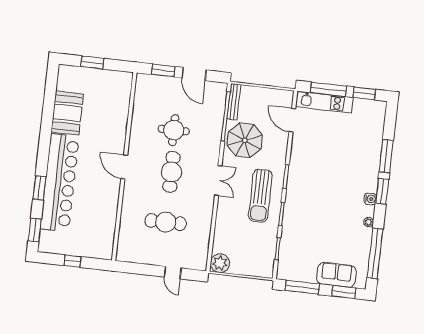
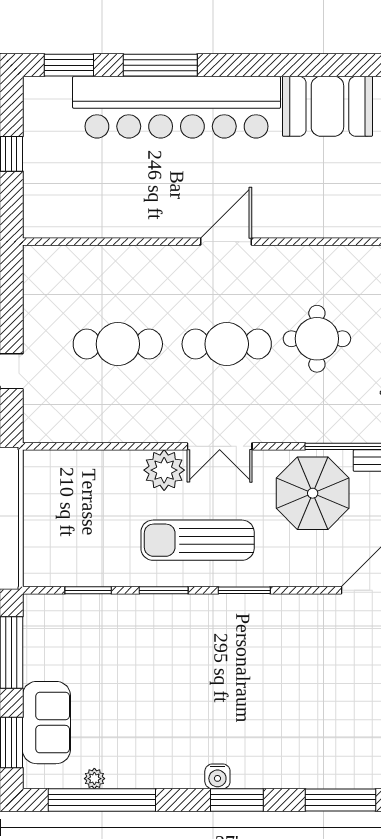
window: (386, 156) -> (340, 800), moved
window: (39, 188) -> (160, 65), width x1.44
cafe table: (166, 222) -> (118, 344), turned 90
plant: (369, 222) -> (94, 779), moved
plant: (220, 263) -> (164, 470), moved

